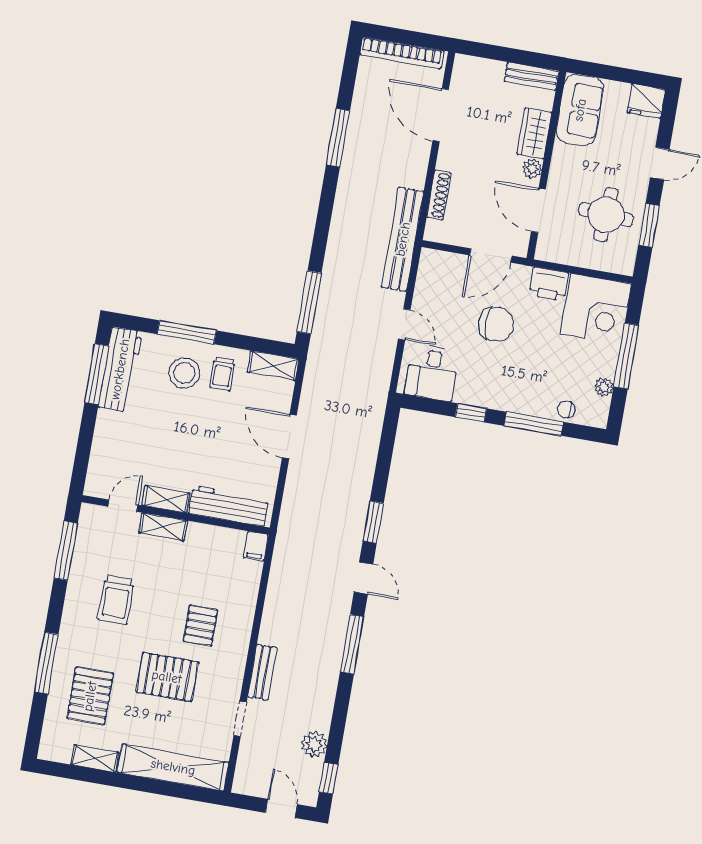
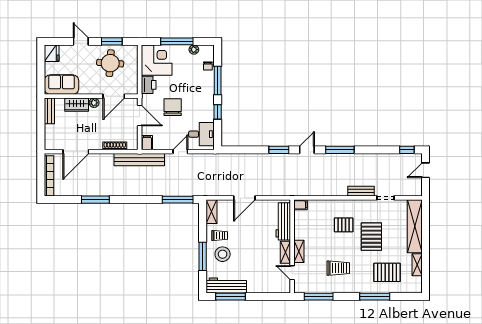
filing cabinet: (434, 260) -> (147, 143), added
plant: (314, 744) -> (392, 160), removed

